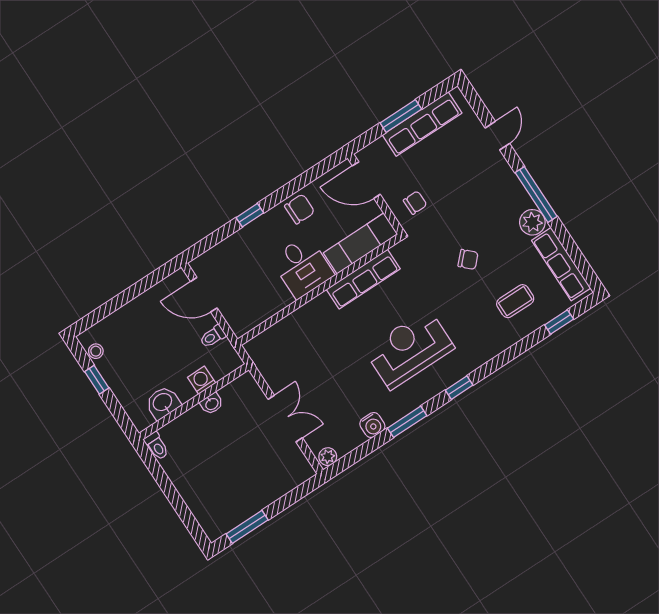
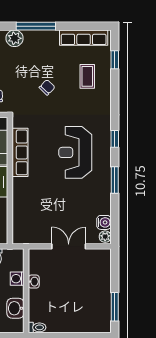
plant: (532, 222) -> (15, 38), moved
water cooler: (372, 425) -> (104, 222), moved

